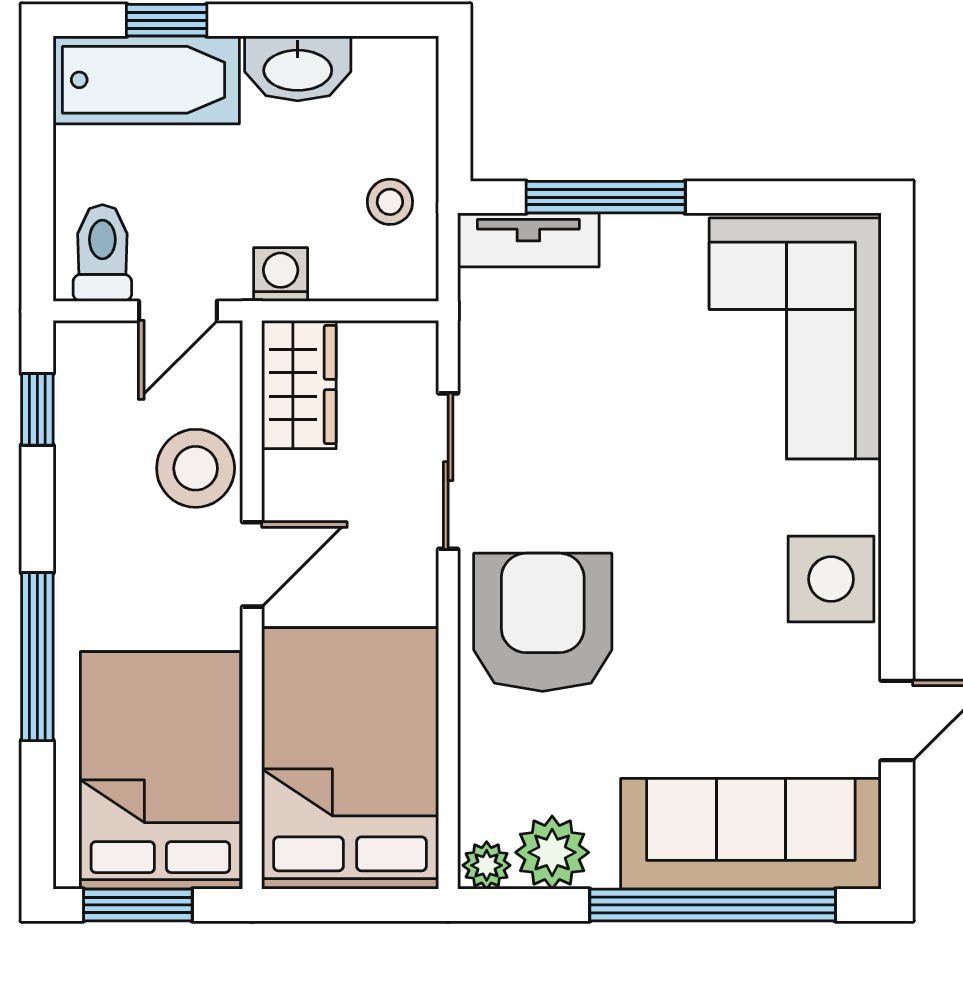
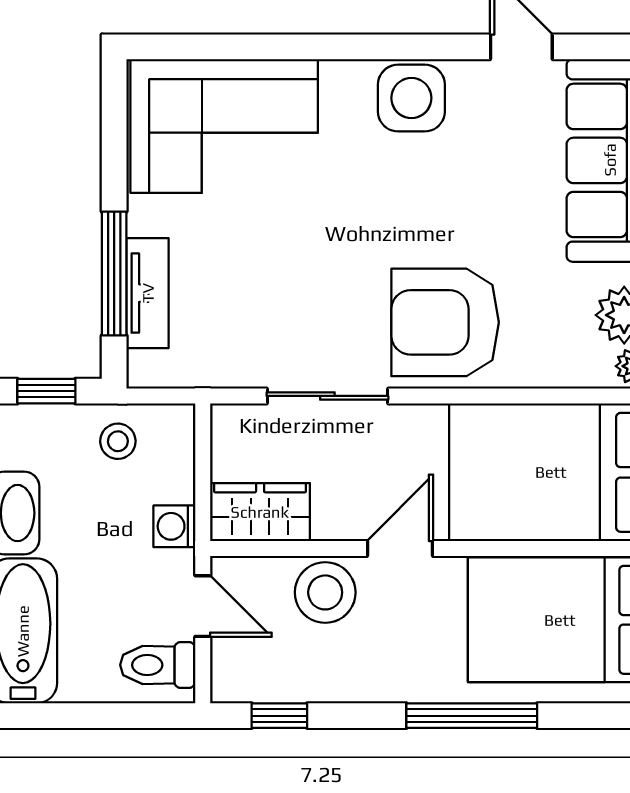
window: (454, 110) -> (46, 391), added
tv unit: (528, 240) -> (148, 293), moved
door: (252, 564) -> (400, 548), hinge flipped

